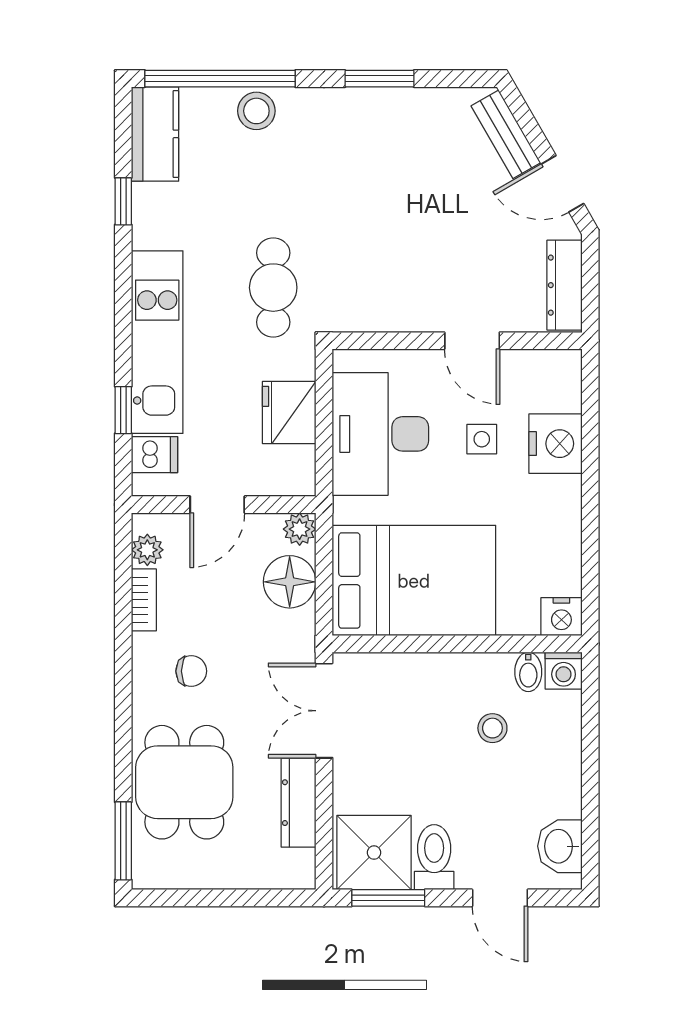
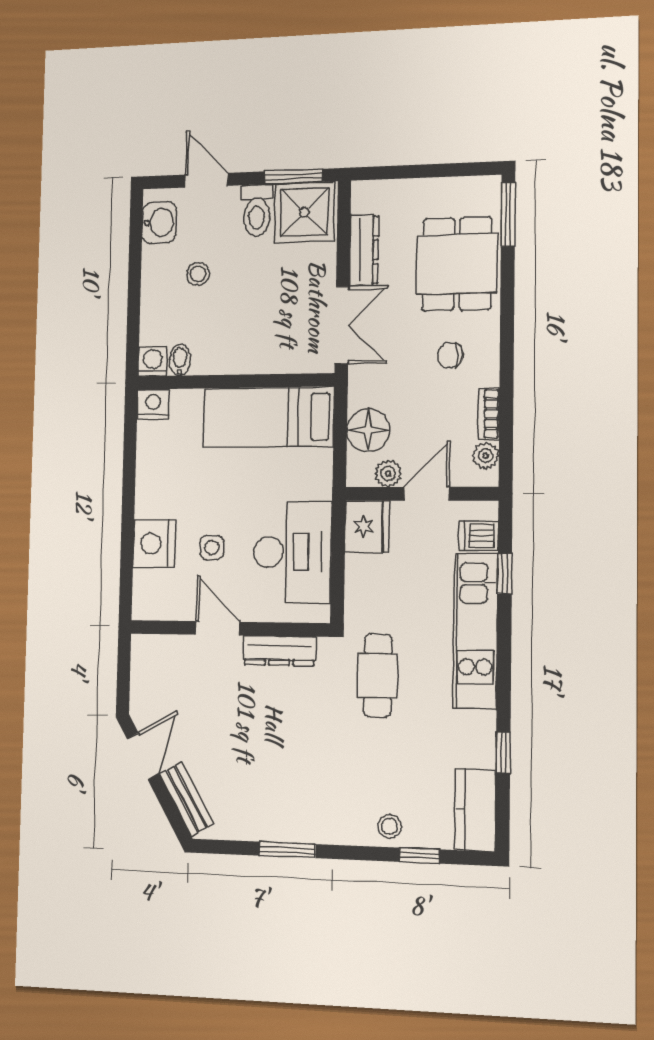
window: (220, 79) -> (420, 856), width x0.32
stool: (256, 111) -> (389, 826), width x0.73, depth x0.73
door: (562, 184) -> (143, 756), hinge flipped
dresser: (564, 285) -> (279, 651), moved, turned 90
fridge: (289, 413) -> (367, 527), moved
plant: (300, 529) -> (388, 474), moved
bed: (414, 581) -> (268, 417), width x0.67
stool: (492, 728) -> (198, 274), moved

